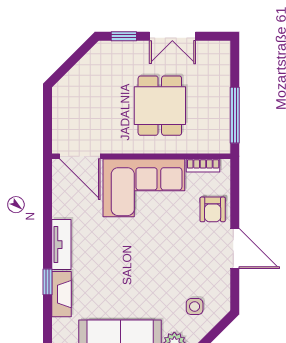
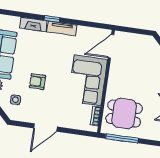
dining table: (160, 106) -> (124, 113), moved
armchair: (213, 209) -> (38, 82), moved
window: (47, 282) -> (52, 19), moved

